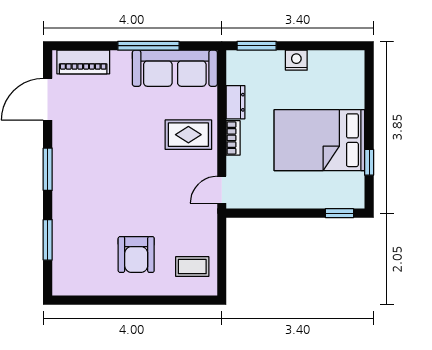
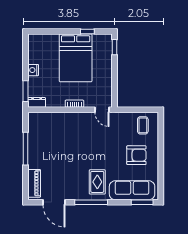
sofa: (175, 68) -> (132, 190), moved, turned -90
dresser: (236, 102) -> (37, 102), moved
rug: (188, 135) -> (97, 182), moved
window: (48, 169) -> (91, 202), width x1.44
window: (48, 240) -> (142, 202), moved

